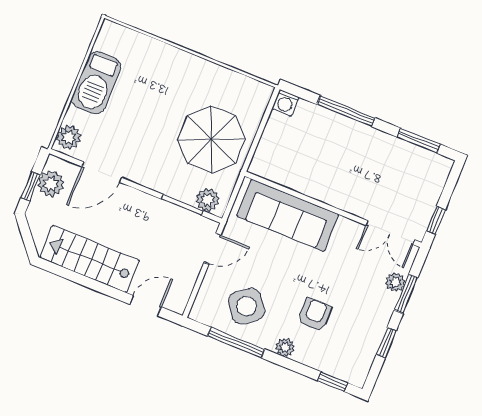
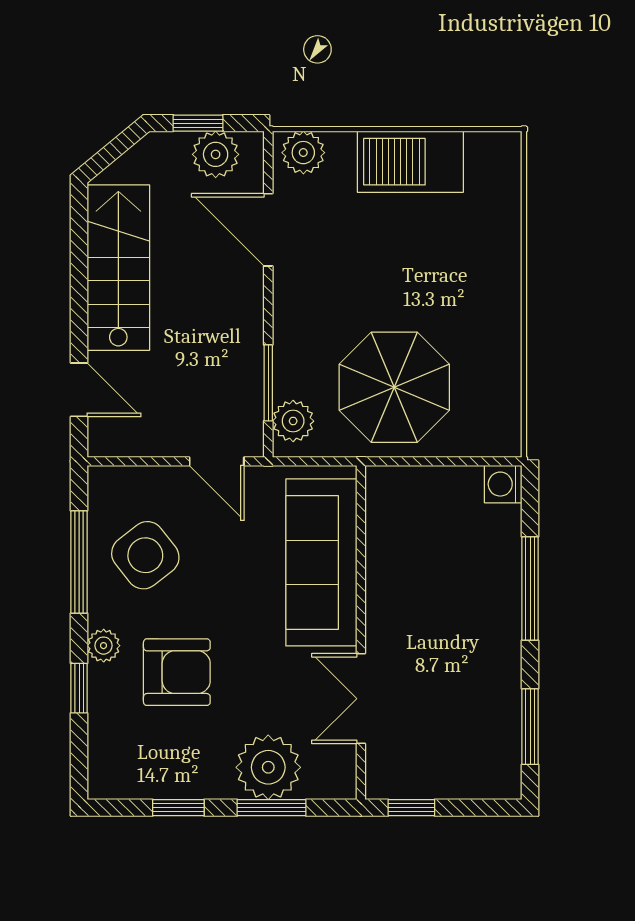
double door: (390, 233) -> (361, 699), moved
plant: (395, 282) -> (268, 767), width x1.88, depth x1.88
armchair: (315, 315) -> (177, 672), width x1.38, depth x1.38
window: (333, 382) -> (79, 688), moved

